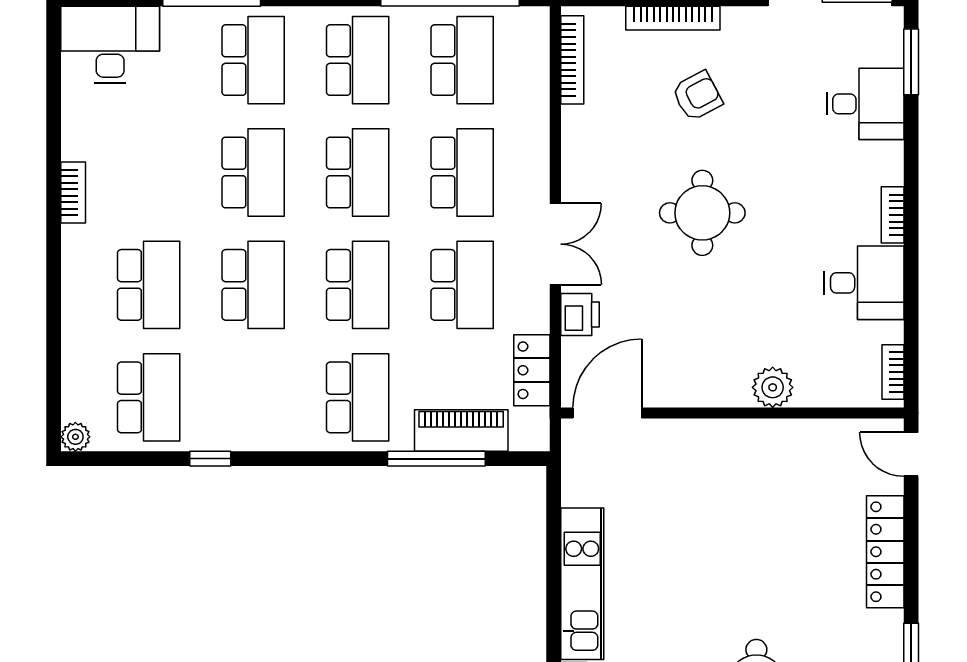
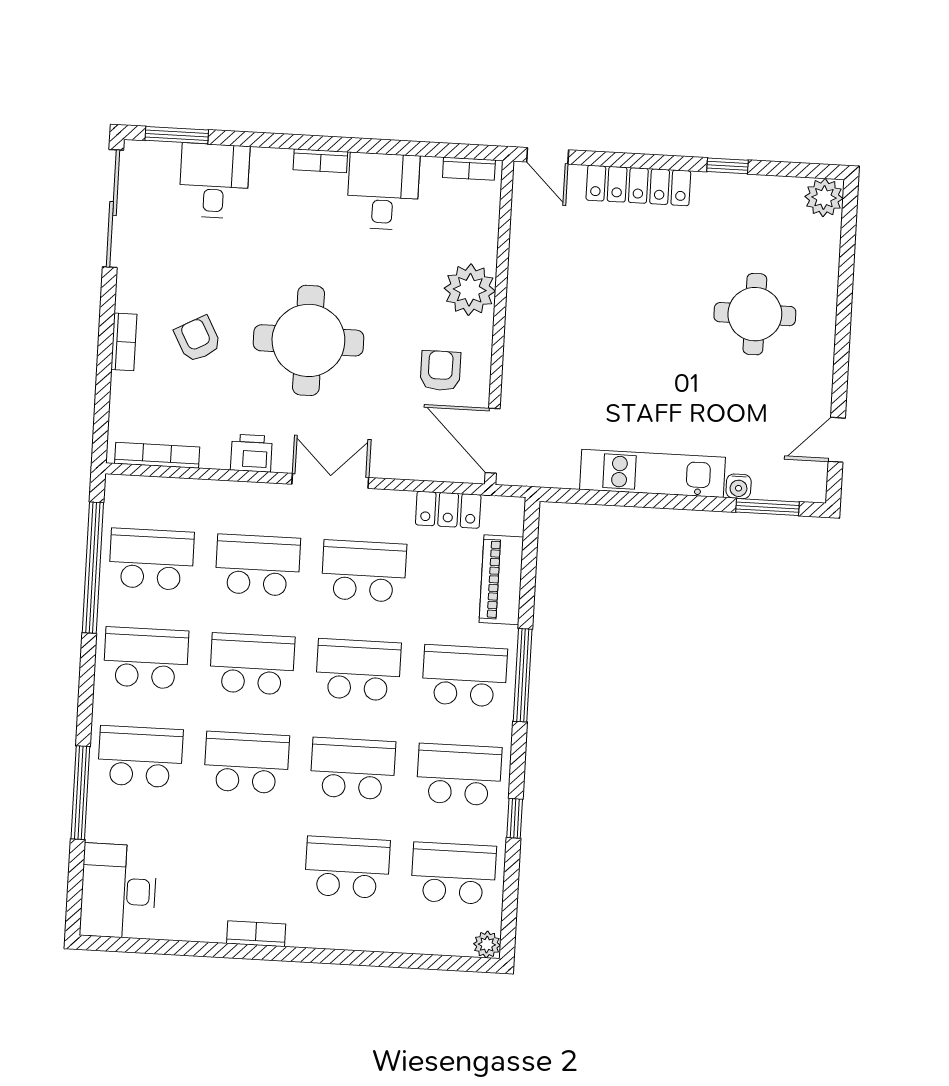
bookcase: (673, 18) -> (124, 342), width x0.64
round table: (702, 213) -> (308, 340), width x1.36, depth x1.36
printer: (580, 314) -> (251, 453), moved
armchair: (678, 354) -> (440, 371), added
plant: (773, 387) -> (470, 290), width x1.36, depth x1.36
school desk: (253, 397) -> (459, 774), added
door: (911, 454) -> (548, 156), hinge flipped
window: (436, 459) -> (523, 675), moved

